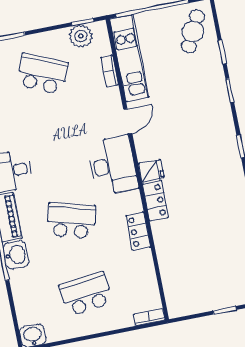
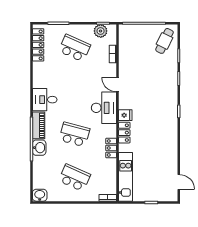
kitchen unit: (129, 58) -> (126, 177), moved
door: (128, 121) -> (118, 85), swing flipped
school desk: (86, 294) -> (74, 178), turned 30

